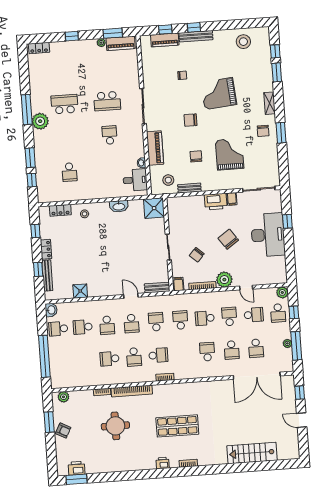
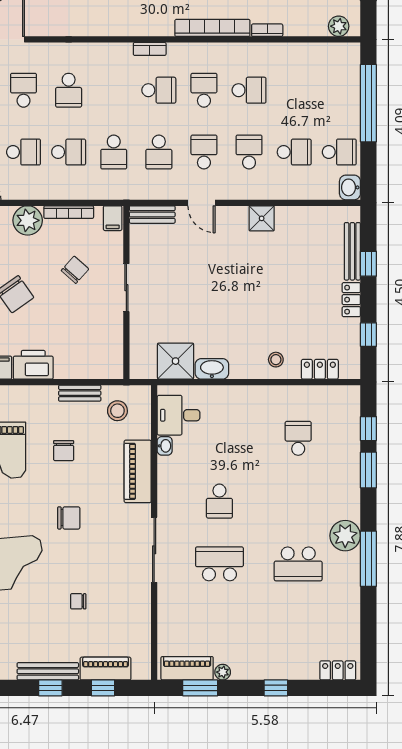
shower: (154, 208) -> (176, 361), moved
shower: (80, 291) -> (262, 218), moved
school desk: (229, 316) -> (24, 152), turned -90
school desk: (158, 355) -> (159, 90), turned 180

